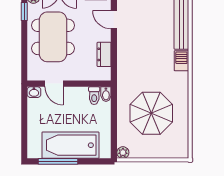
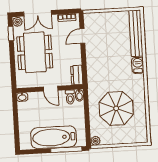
door: (114, 20) -> (82, 36), hinge flipped
dresser: (104, 54) -> (77, 75), moved
door: (54, 84) -> (51, 89), moved
window: (58, 161) -> (66, 150), moved

